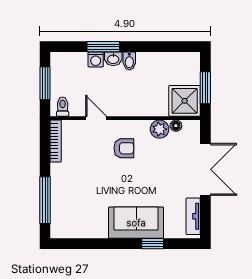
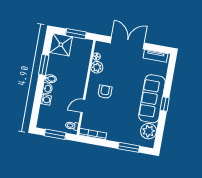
window: (103, 47) -> (44, 65), moved
shower: (185, 101) -> (61, 45), moved
window: (45, 200) -> (129, 147), width x0.69
sofa: (136, 223) -> (152, 99), width x1.36
plant: (75, 226) -> (149, 131), added
window: (153, 244) -> (165, 104), moved

